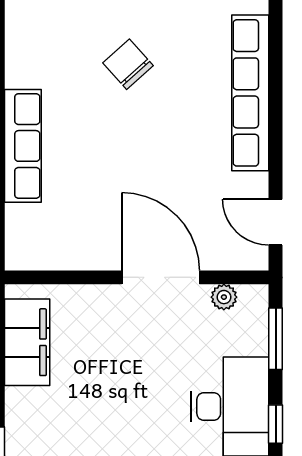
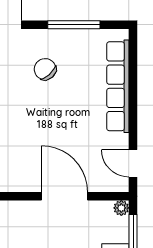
plant: (224, 297) -> (121, 208), moved

